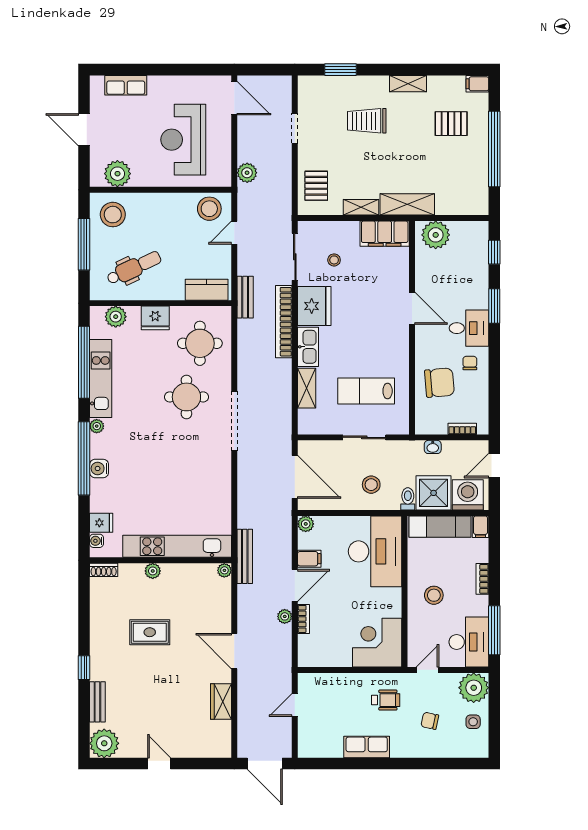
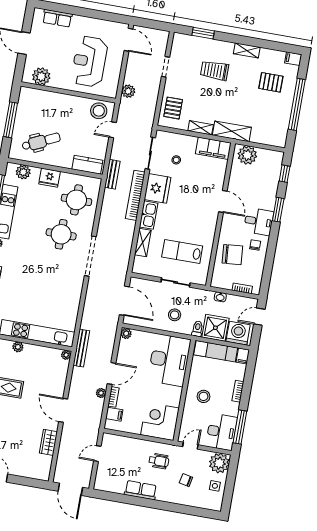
stool: (113, 215) -> (33, 103), removed
filing cabinet: (309, 559) -> (114, 414), moved

